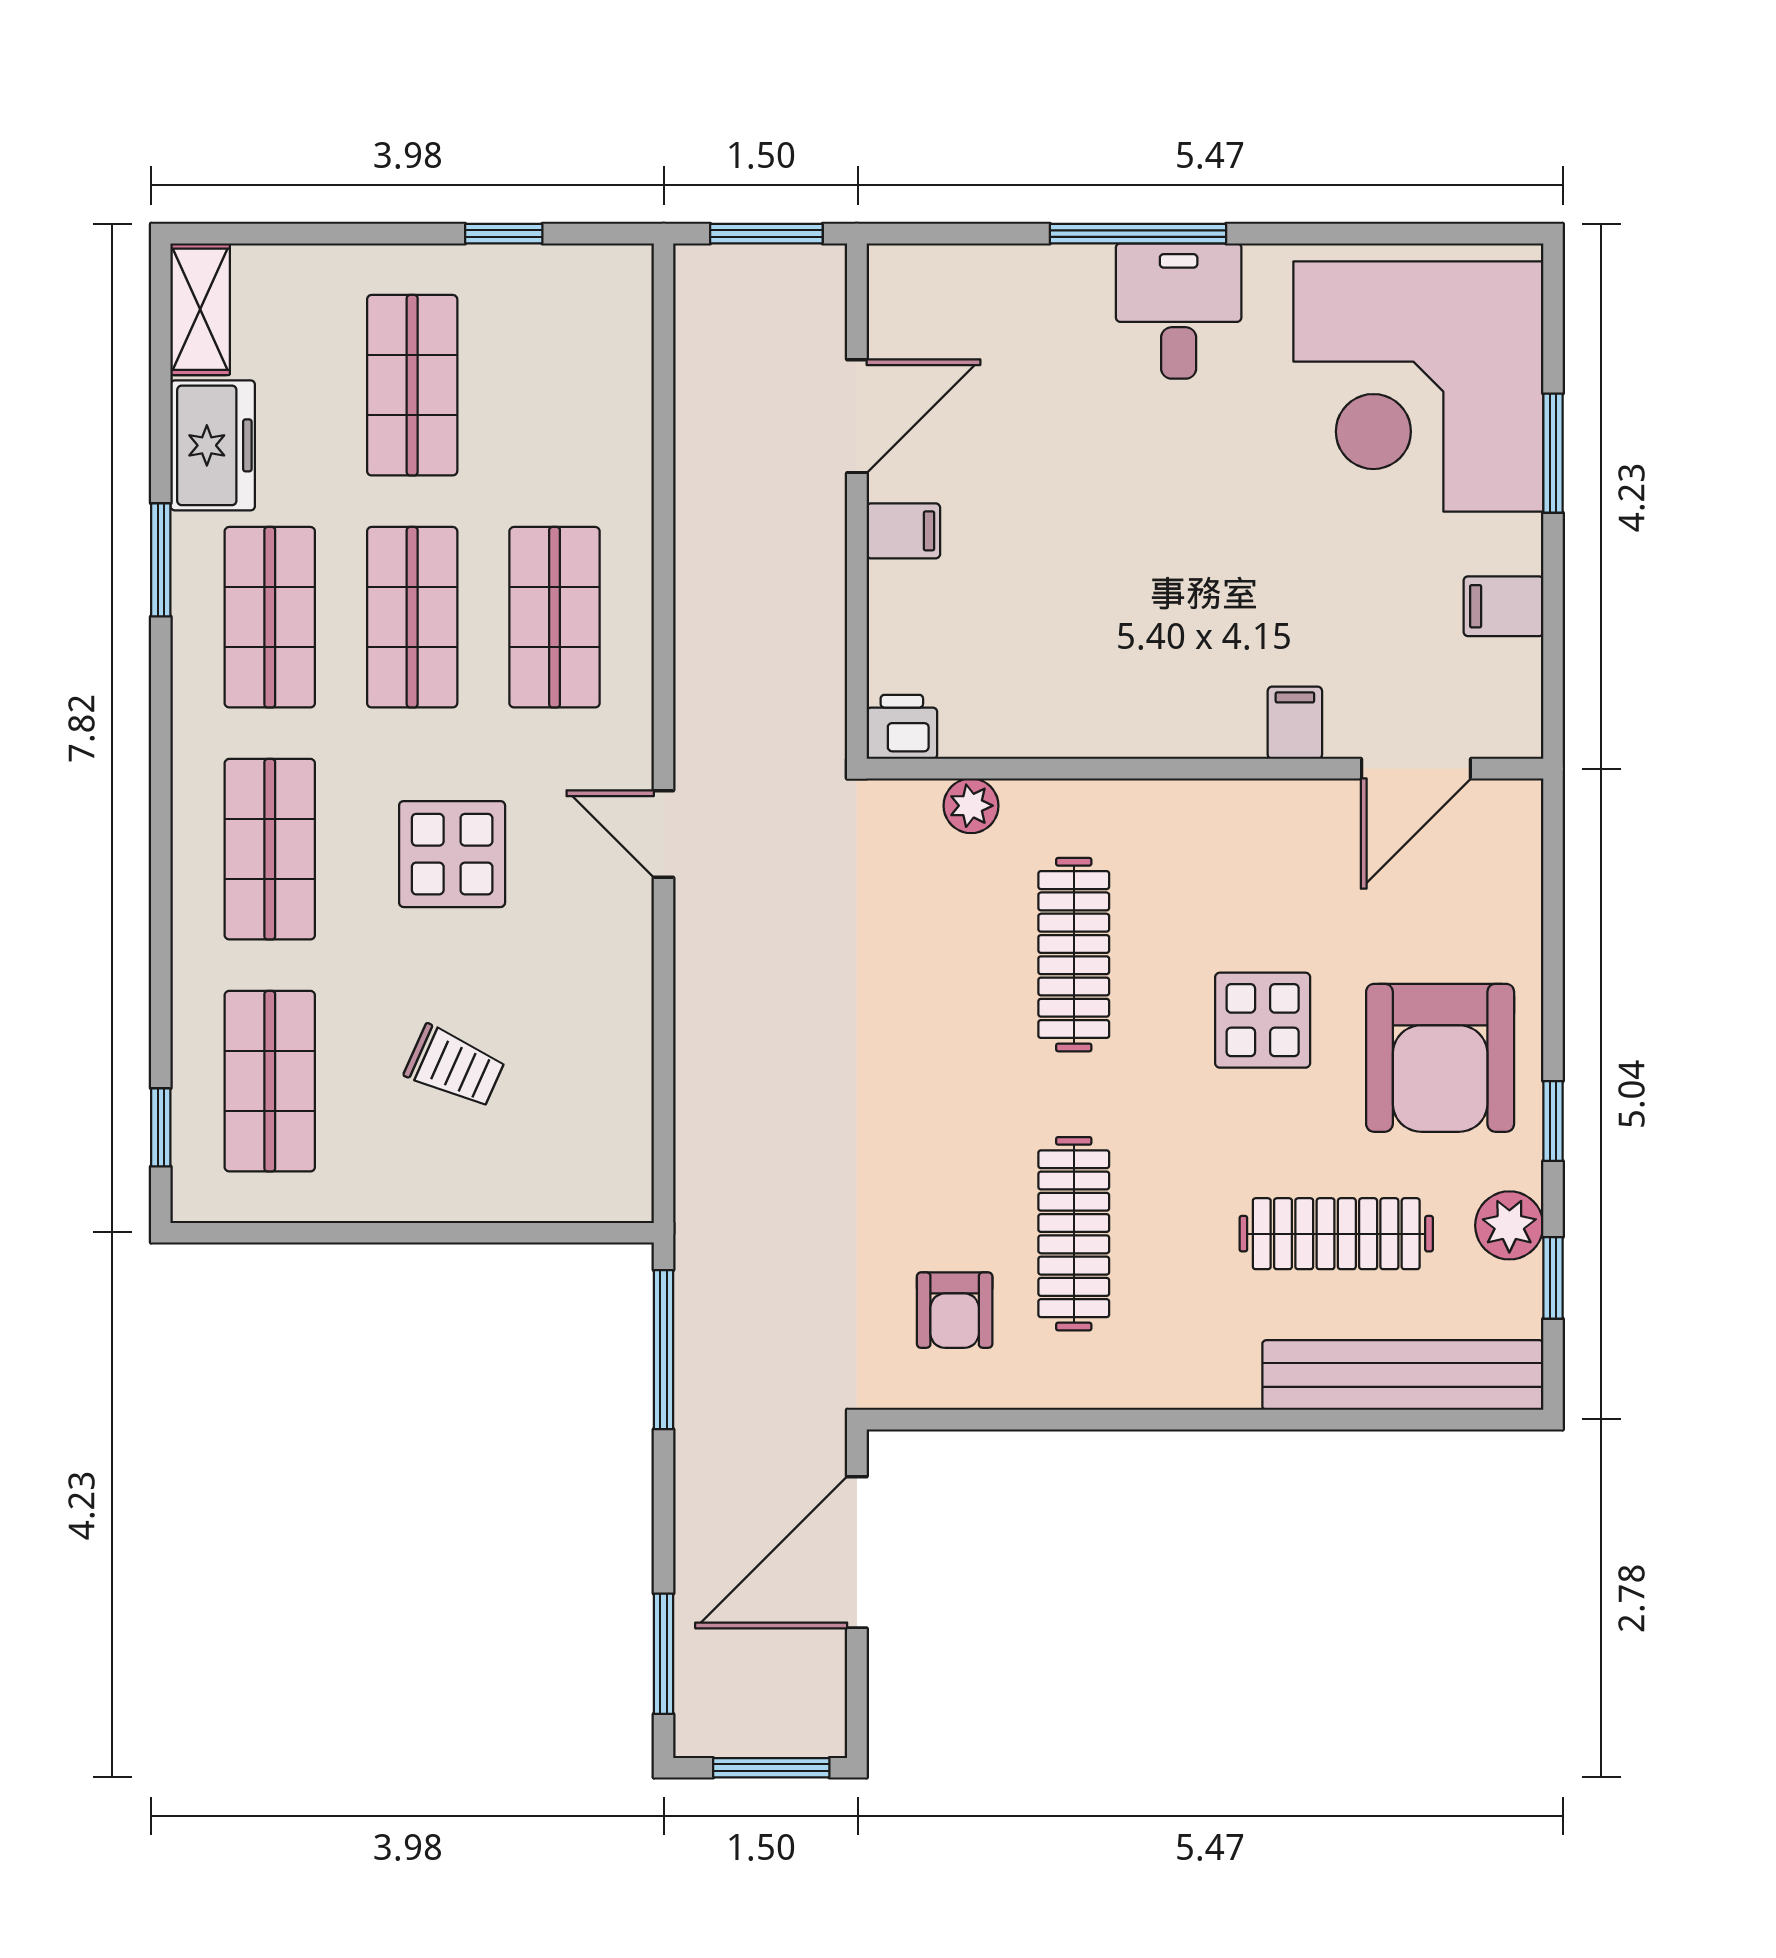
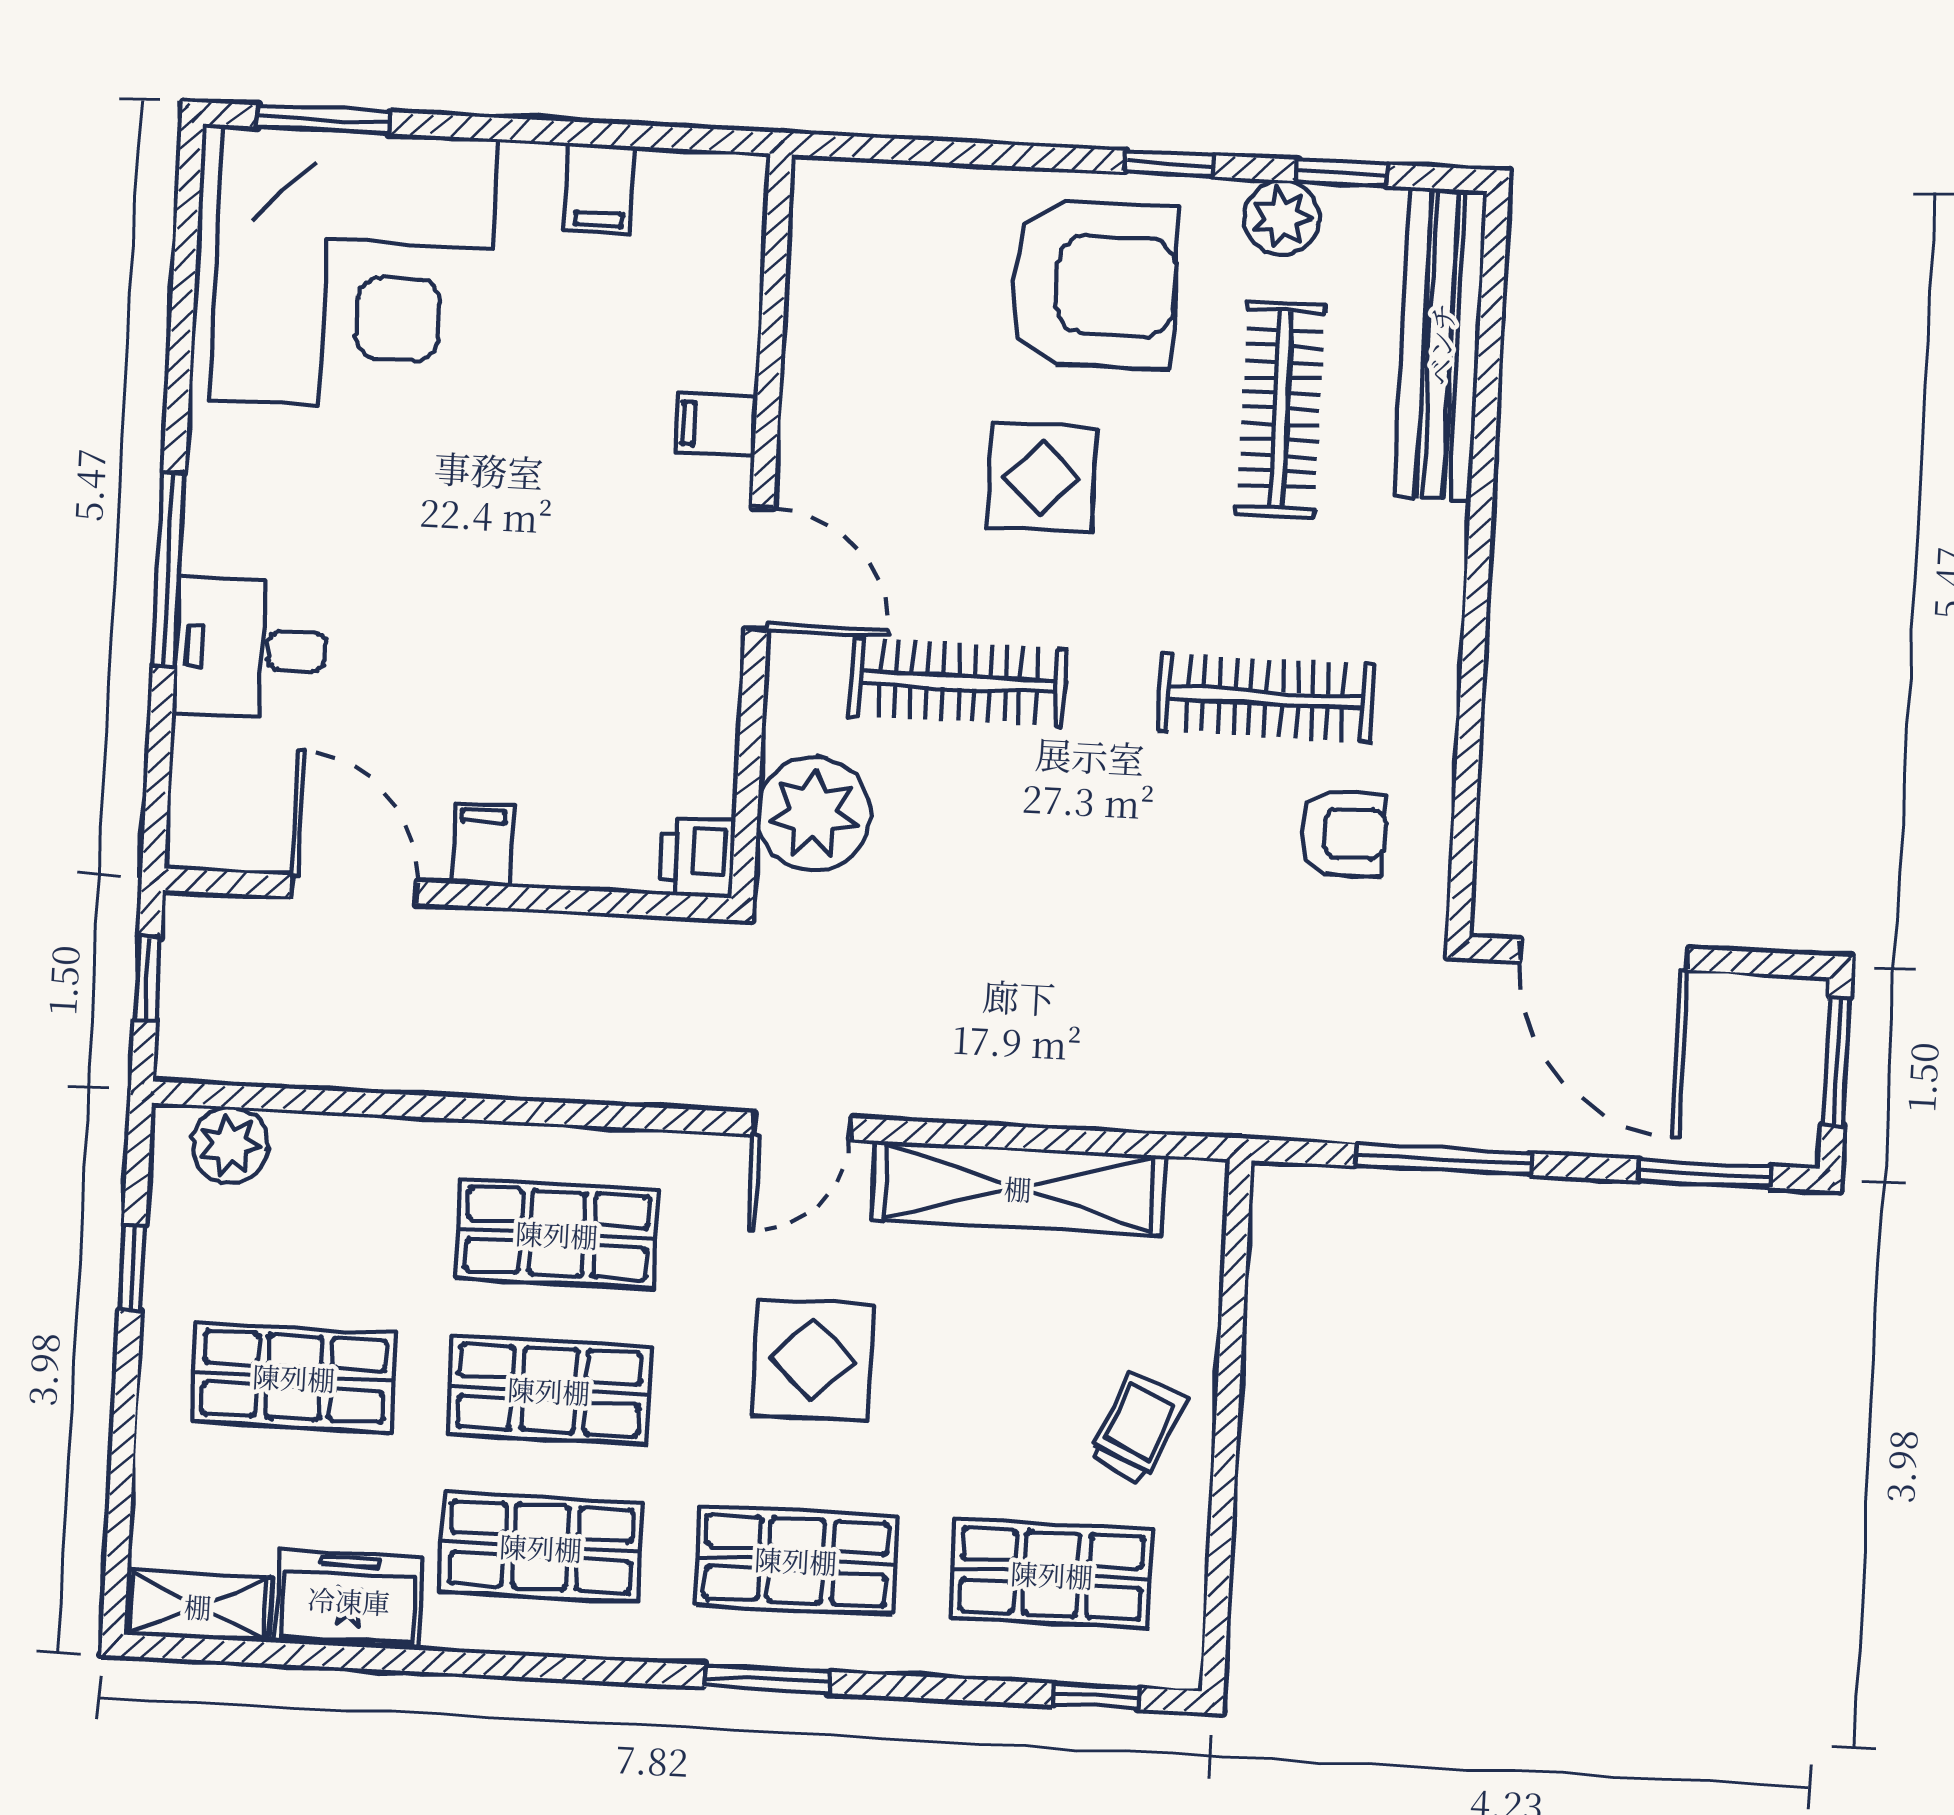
window: (766, 234) -> (147, 978), width x0.67
desk: (1179, 311) -> (250, 649), moved
plant: (619, 316) -> (230, 1145), added
window: (1553, 453) -> (323, 119), moved
window: (161, 560) -> (767, 1679), moved
door: (1416, 769) -> (759, 569), moved
plant: (971, 806) -> (814, 814), width x1.88, depth x1.88
shelving: (618, 1033) -> (1018, 1188), added
trolley: (455, 1067) -> (1138, 1428), moved
window: (664, 1350) -> (1443, 1160), moved

